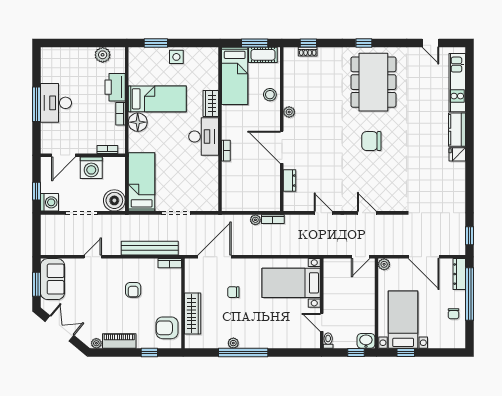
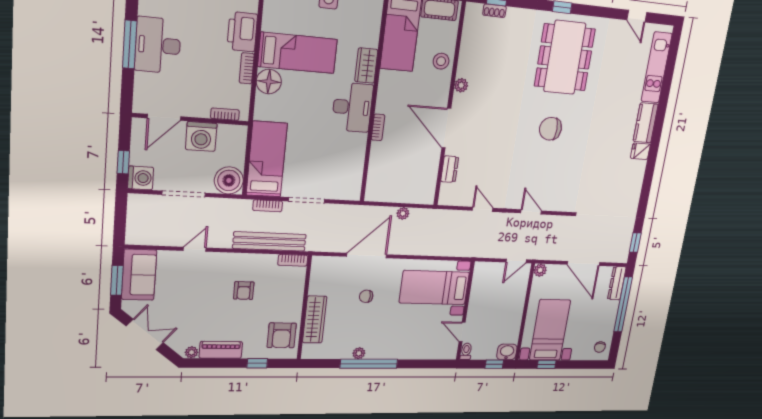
bookcase: (273, 219) -> (268, 206), moved
door: (215, 257) -> (367, 255), moved
chair: (454, 314) -> (600, 347), moved
armchair: (167, 328) -> (282, 335), turned -90

